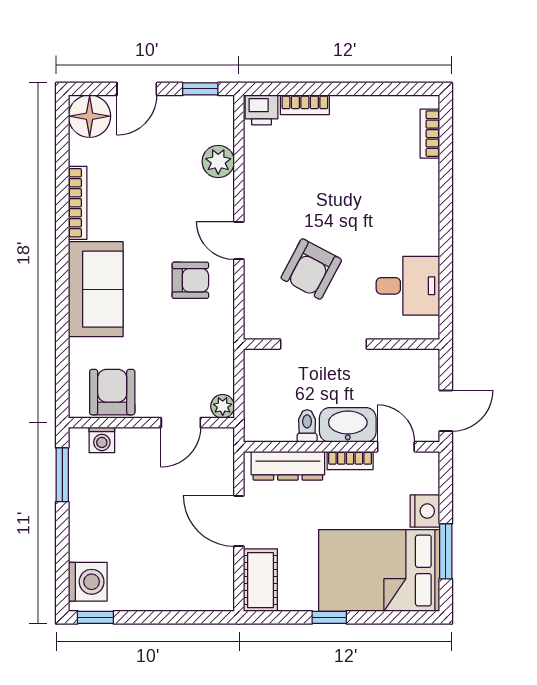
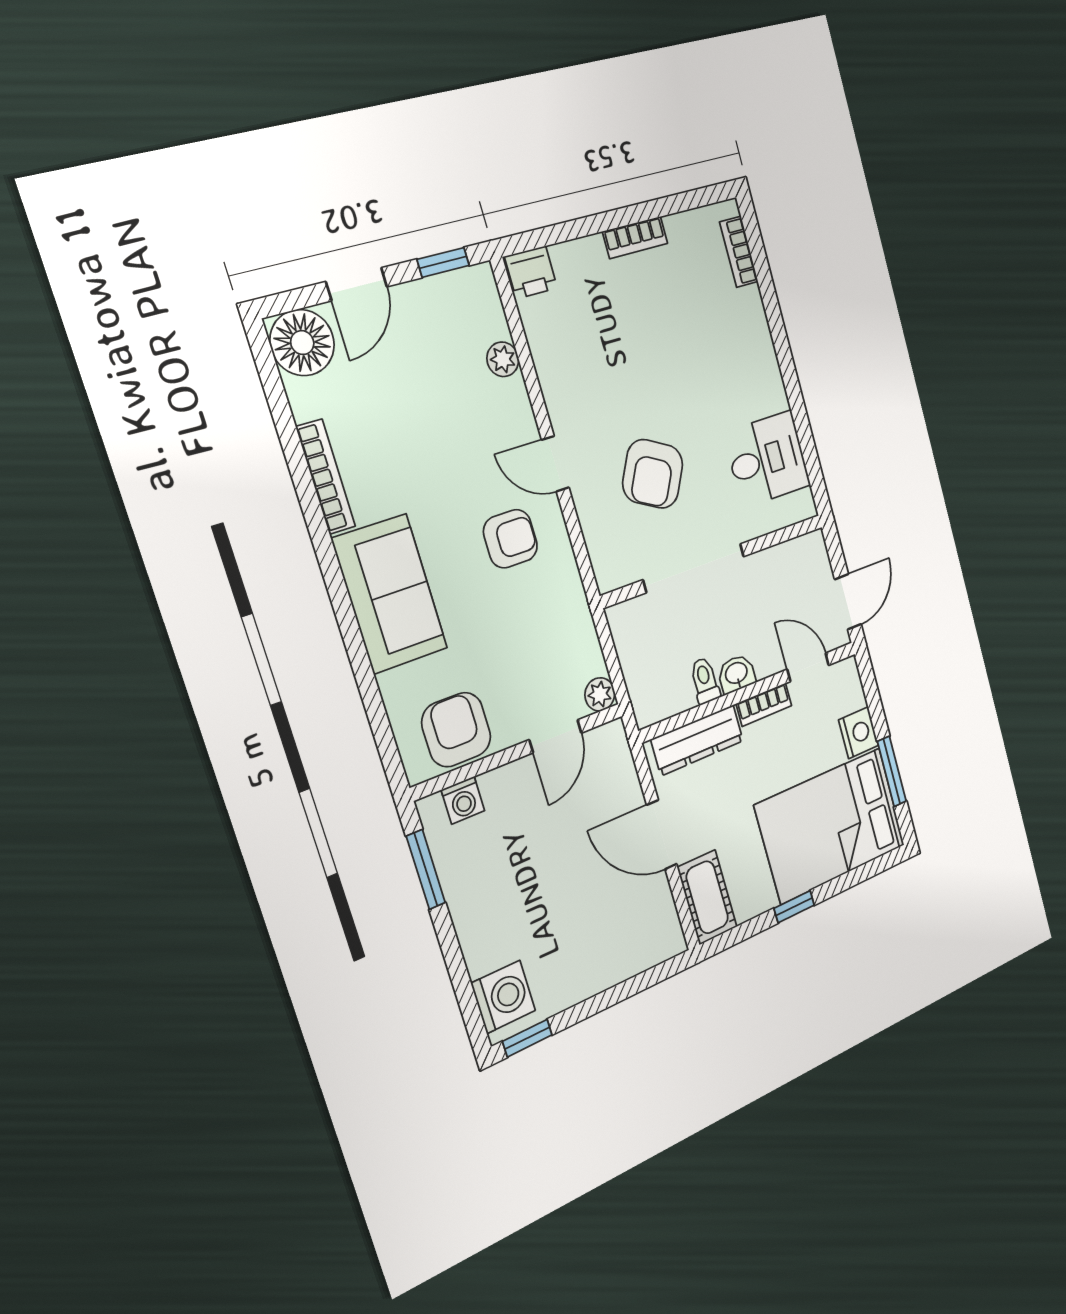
bookcase: (305, 105) -> (635, 237), moved
plant: (218, 161) -> (503, 359), width x0.73, depth x0.73
washbasin: (348, 425) -> (736, 674), width x0.52, depth x0.69

